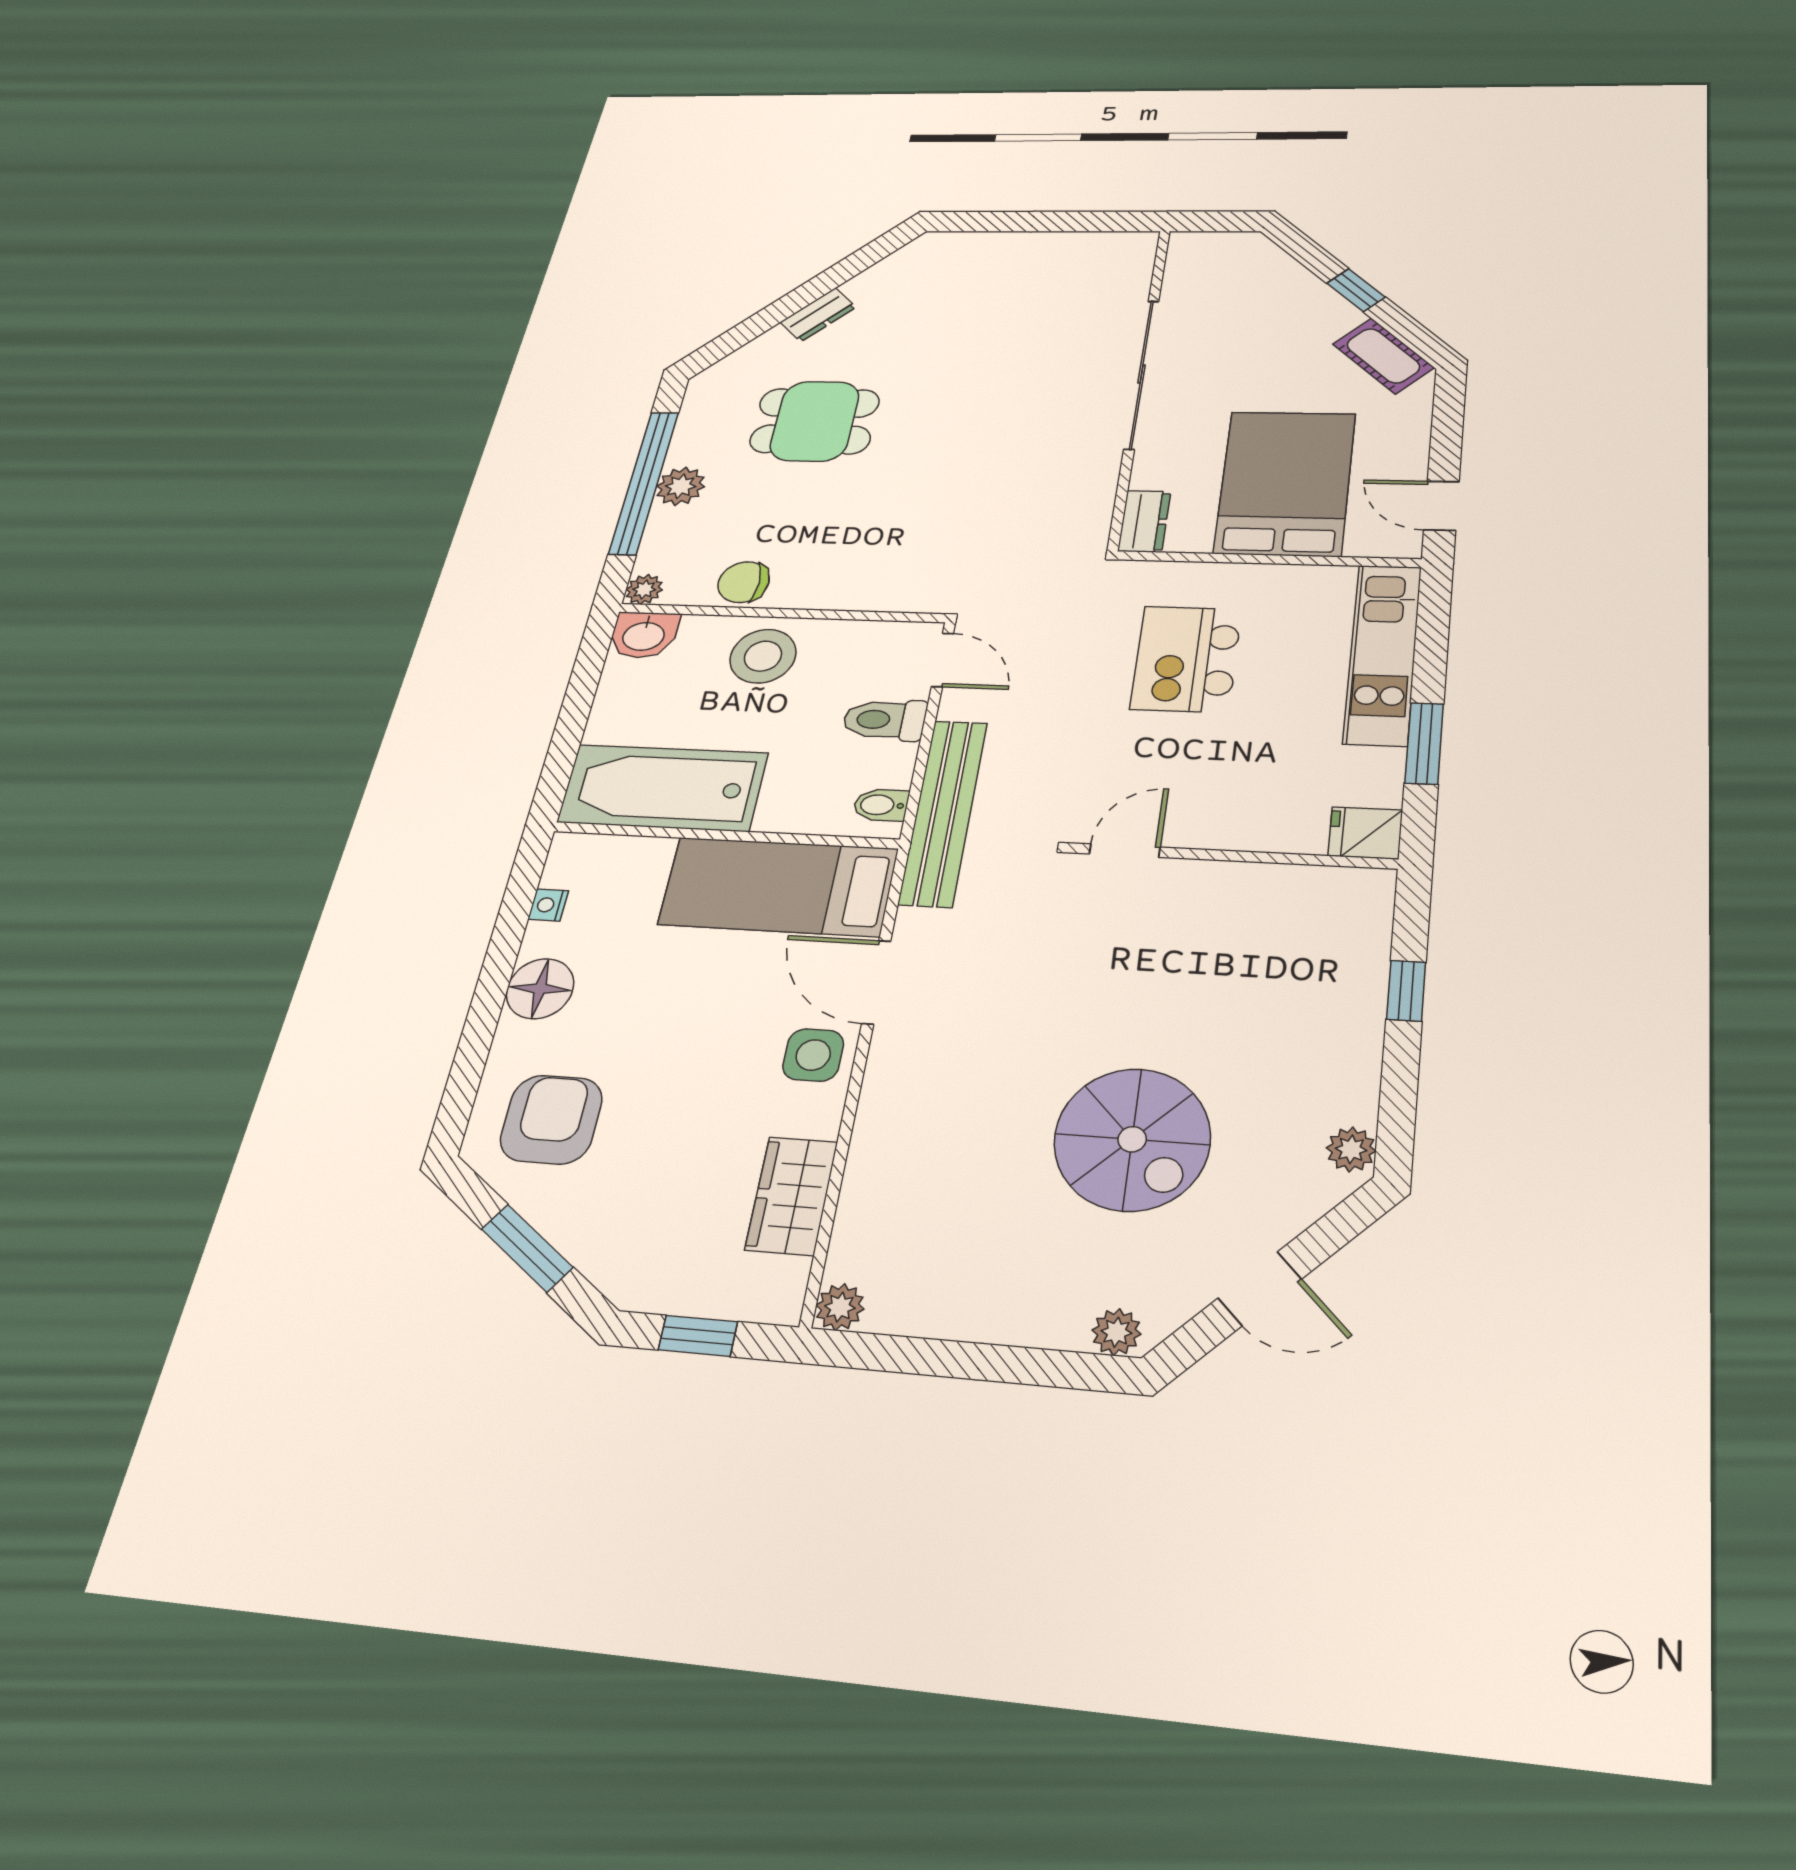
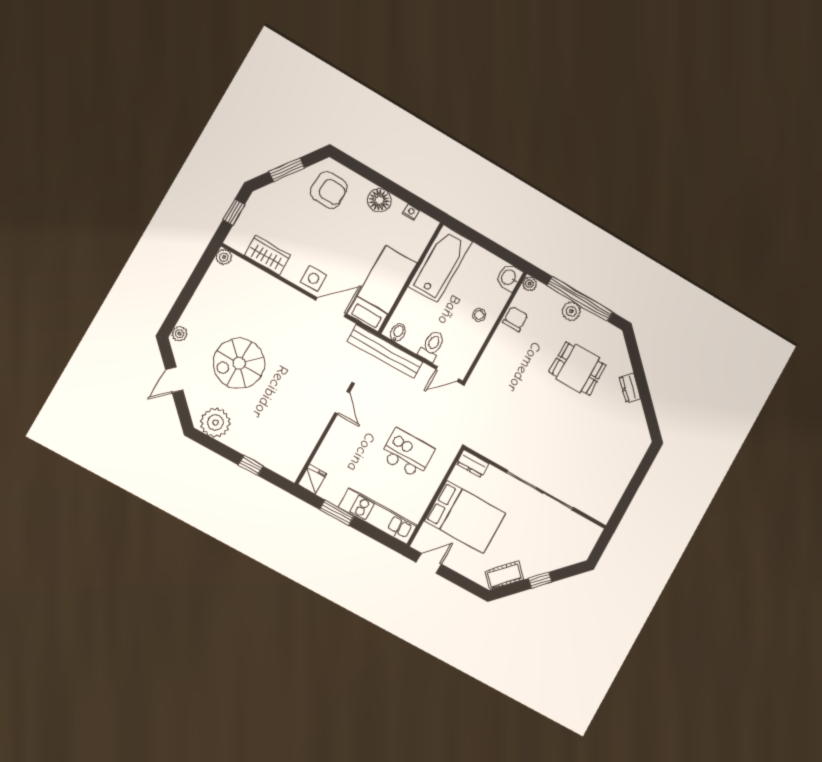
dining table: (815, 421) -> (578, 369), turned 90
stool: (763, 656) -> (479, 315), width x0.53, depth x0.53
plant: (1351, 1149) -> (215, 423), width x1.88, depth x1.88

